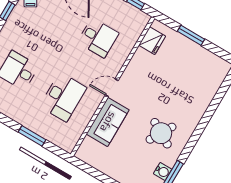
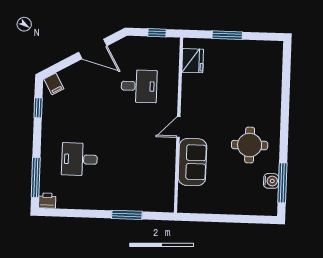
desk: (63, 97) -> (136, 161), removed
round table: (161, 133) -> (250, 145), turned -30

